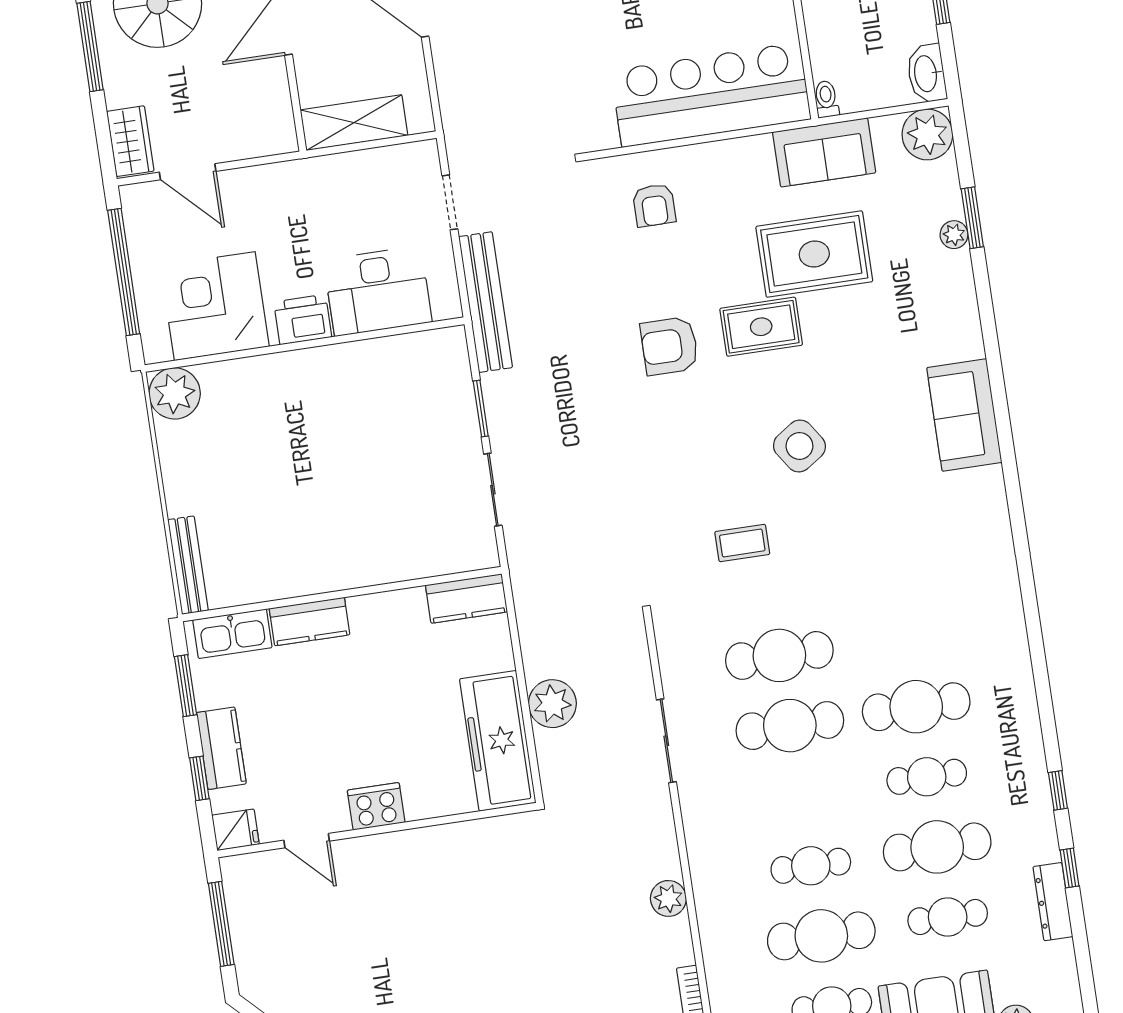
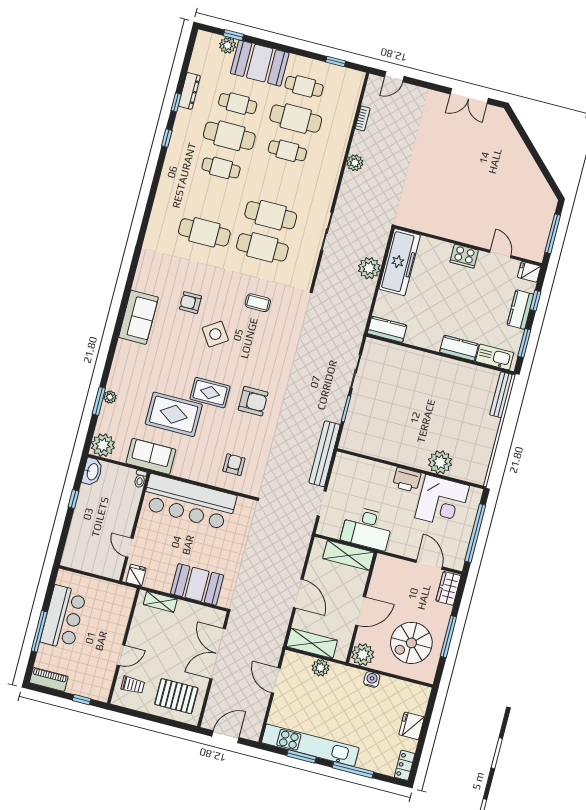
desk: (378, 291) -> (367, 528), moved, turned 180
plant: (175, 393) -> (440, 462), moved
armchair: (875, 487) -> (190, 303), added
cafe table: (916, 707) -> (204, 232), moved

